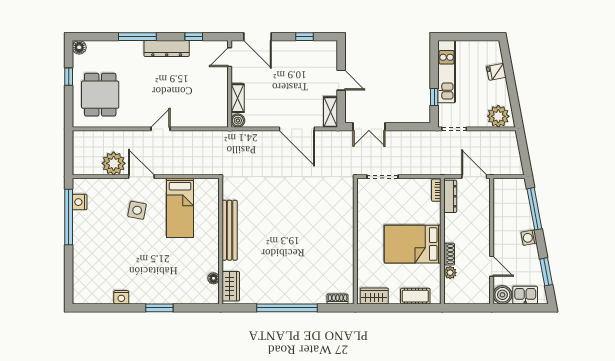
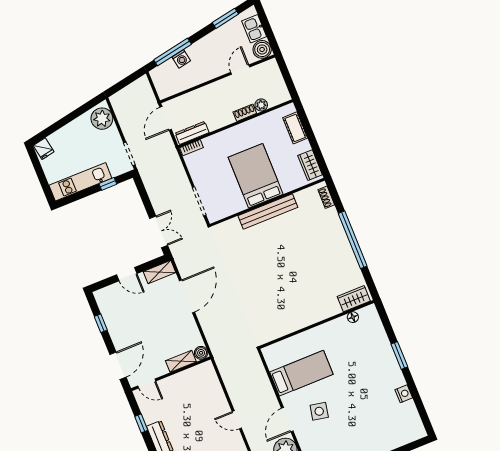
fridge: (496, 72) -> (44, 149), moved
door: (341, 80) -> (127, 274), swing flipped
bench: (230, 230) -> (268, 211), moved
washing machine: (529, 238) -> (181, 59), moved
bed: (413, 244) -> (256, 176), moved, turned 180

